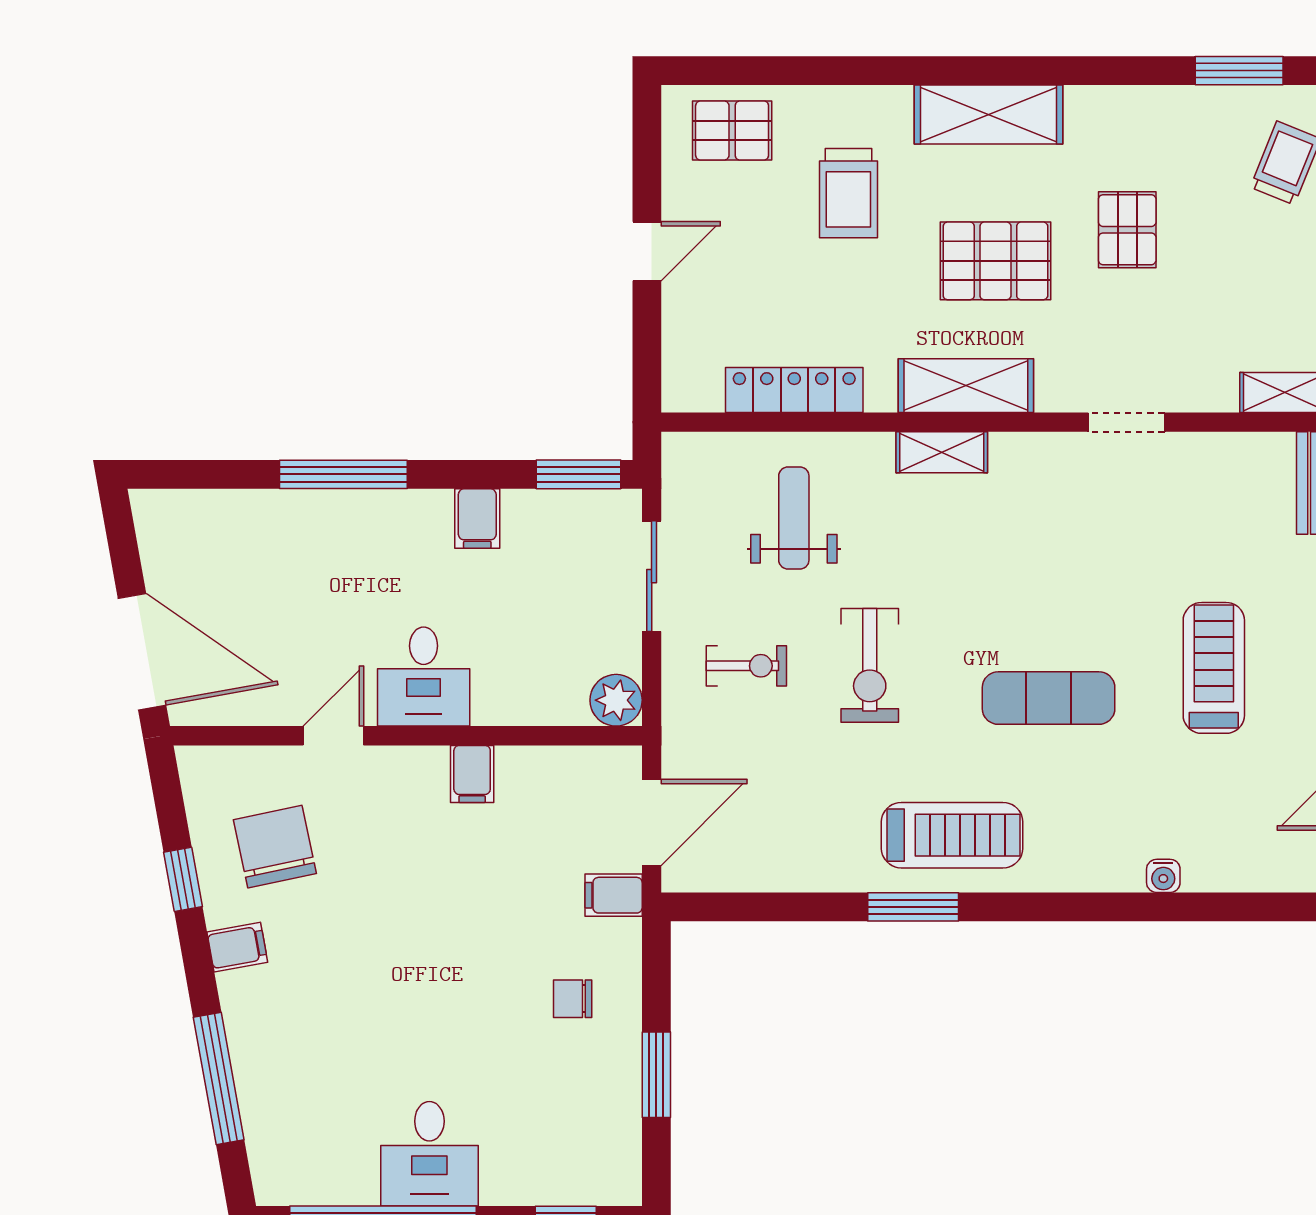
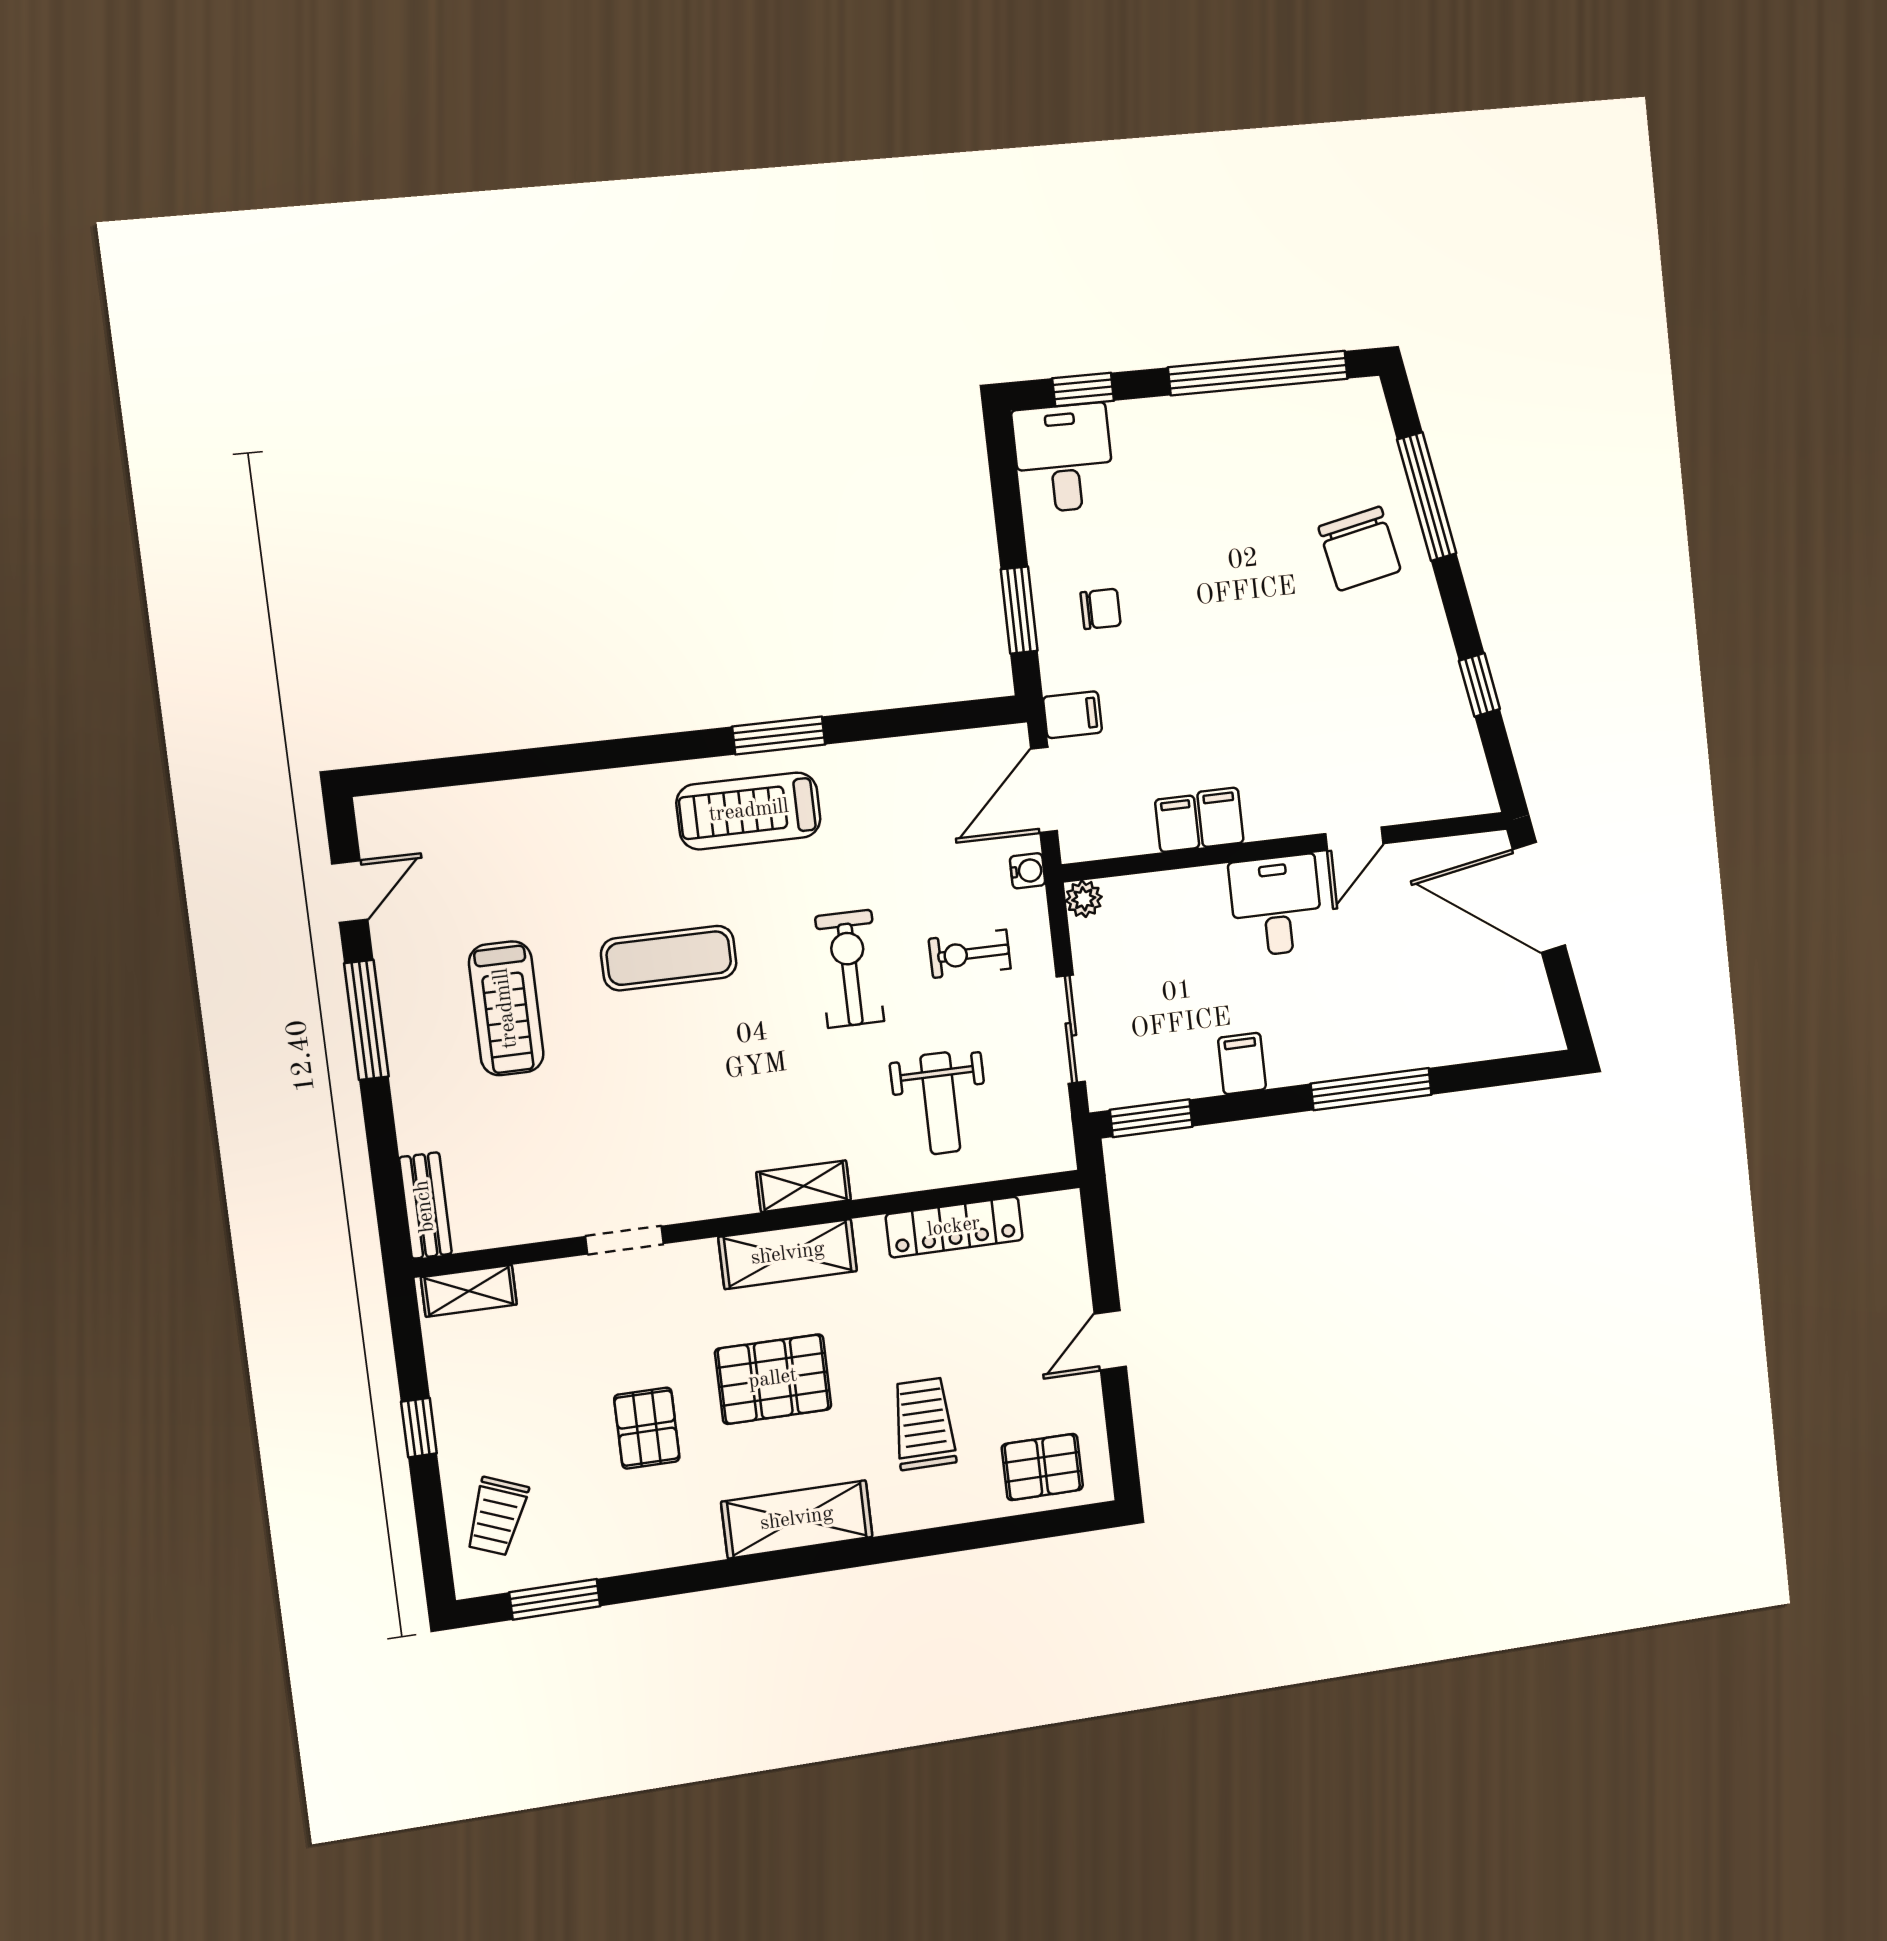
plant: (616, 700) -> (1084, 899), width x0.73, depth x0.73
chair: (275, 847) -> (1360, 549), moved
water cooler: (1163, 876) -> (1027, 871), moved, turned 90
filing cabinet: (237, 947) -> (1177, 824), moved, turned 100
window: (656, 1075) -> (1019, 610), moved
desk: (429, 1154) -> (1064, 458), moved

